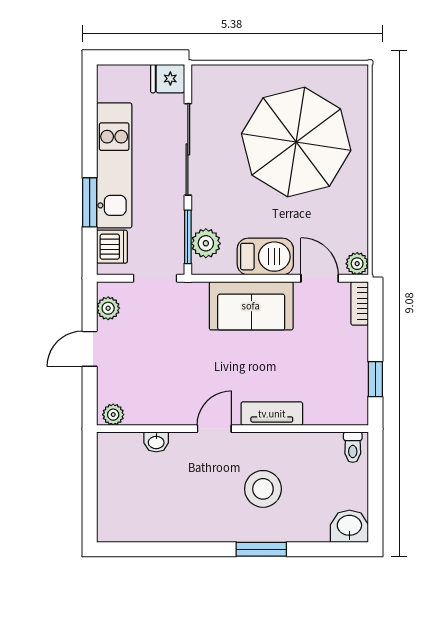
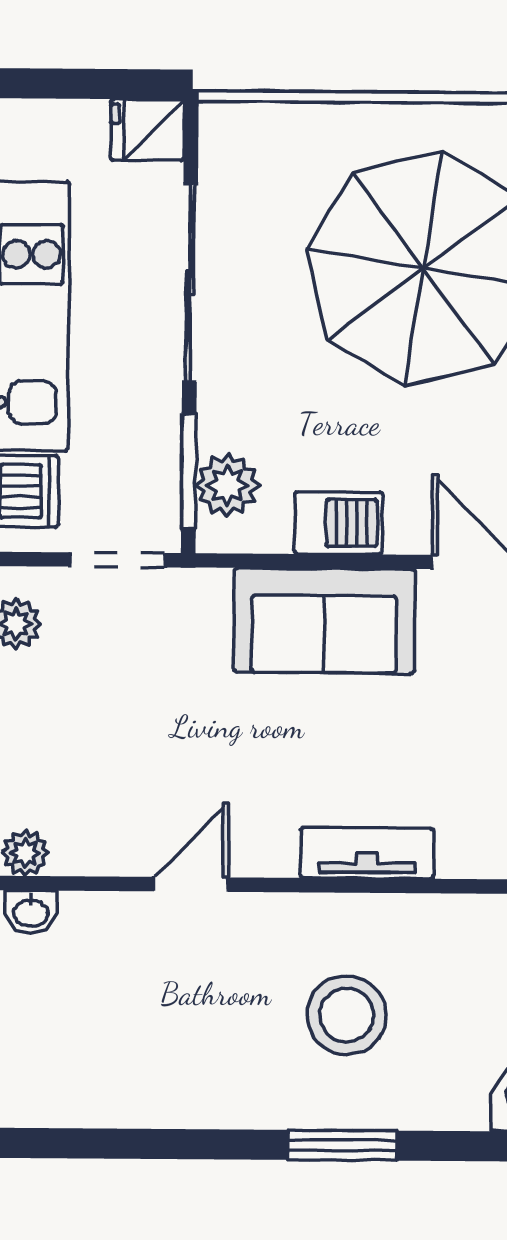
barbecue: (265, 257) -> (339, 523), width x0.73, depth x0.79
door: (214, 429) -> (191, 884), moved
washbasin: (156, 442) -> (31, 912), moved

